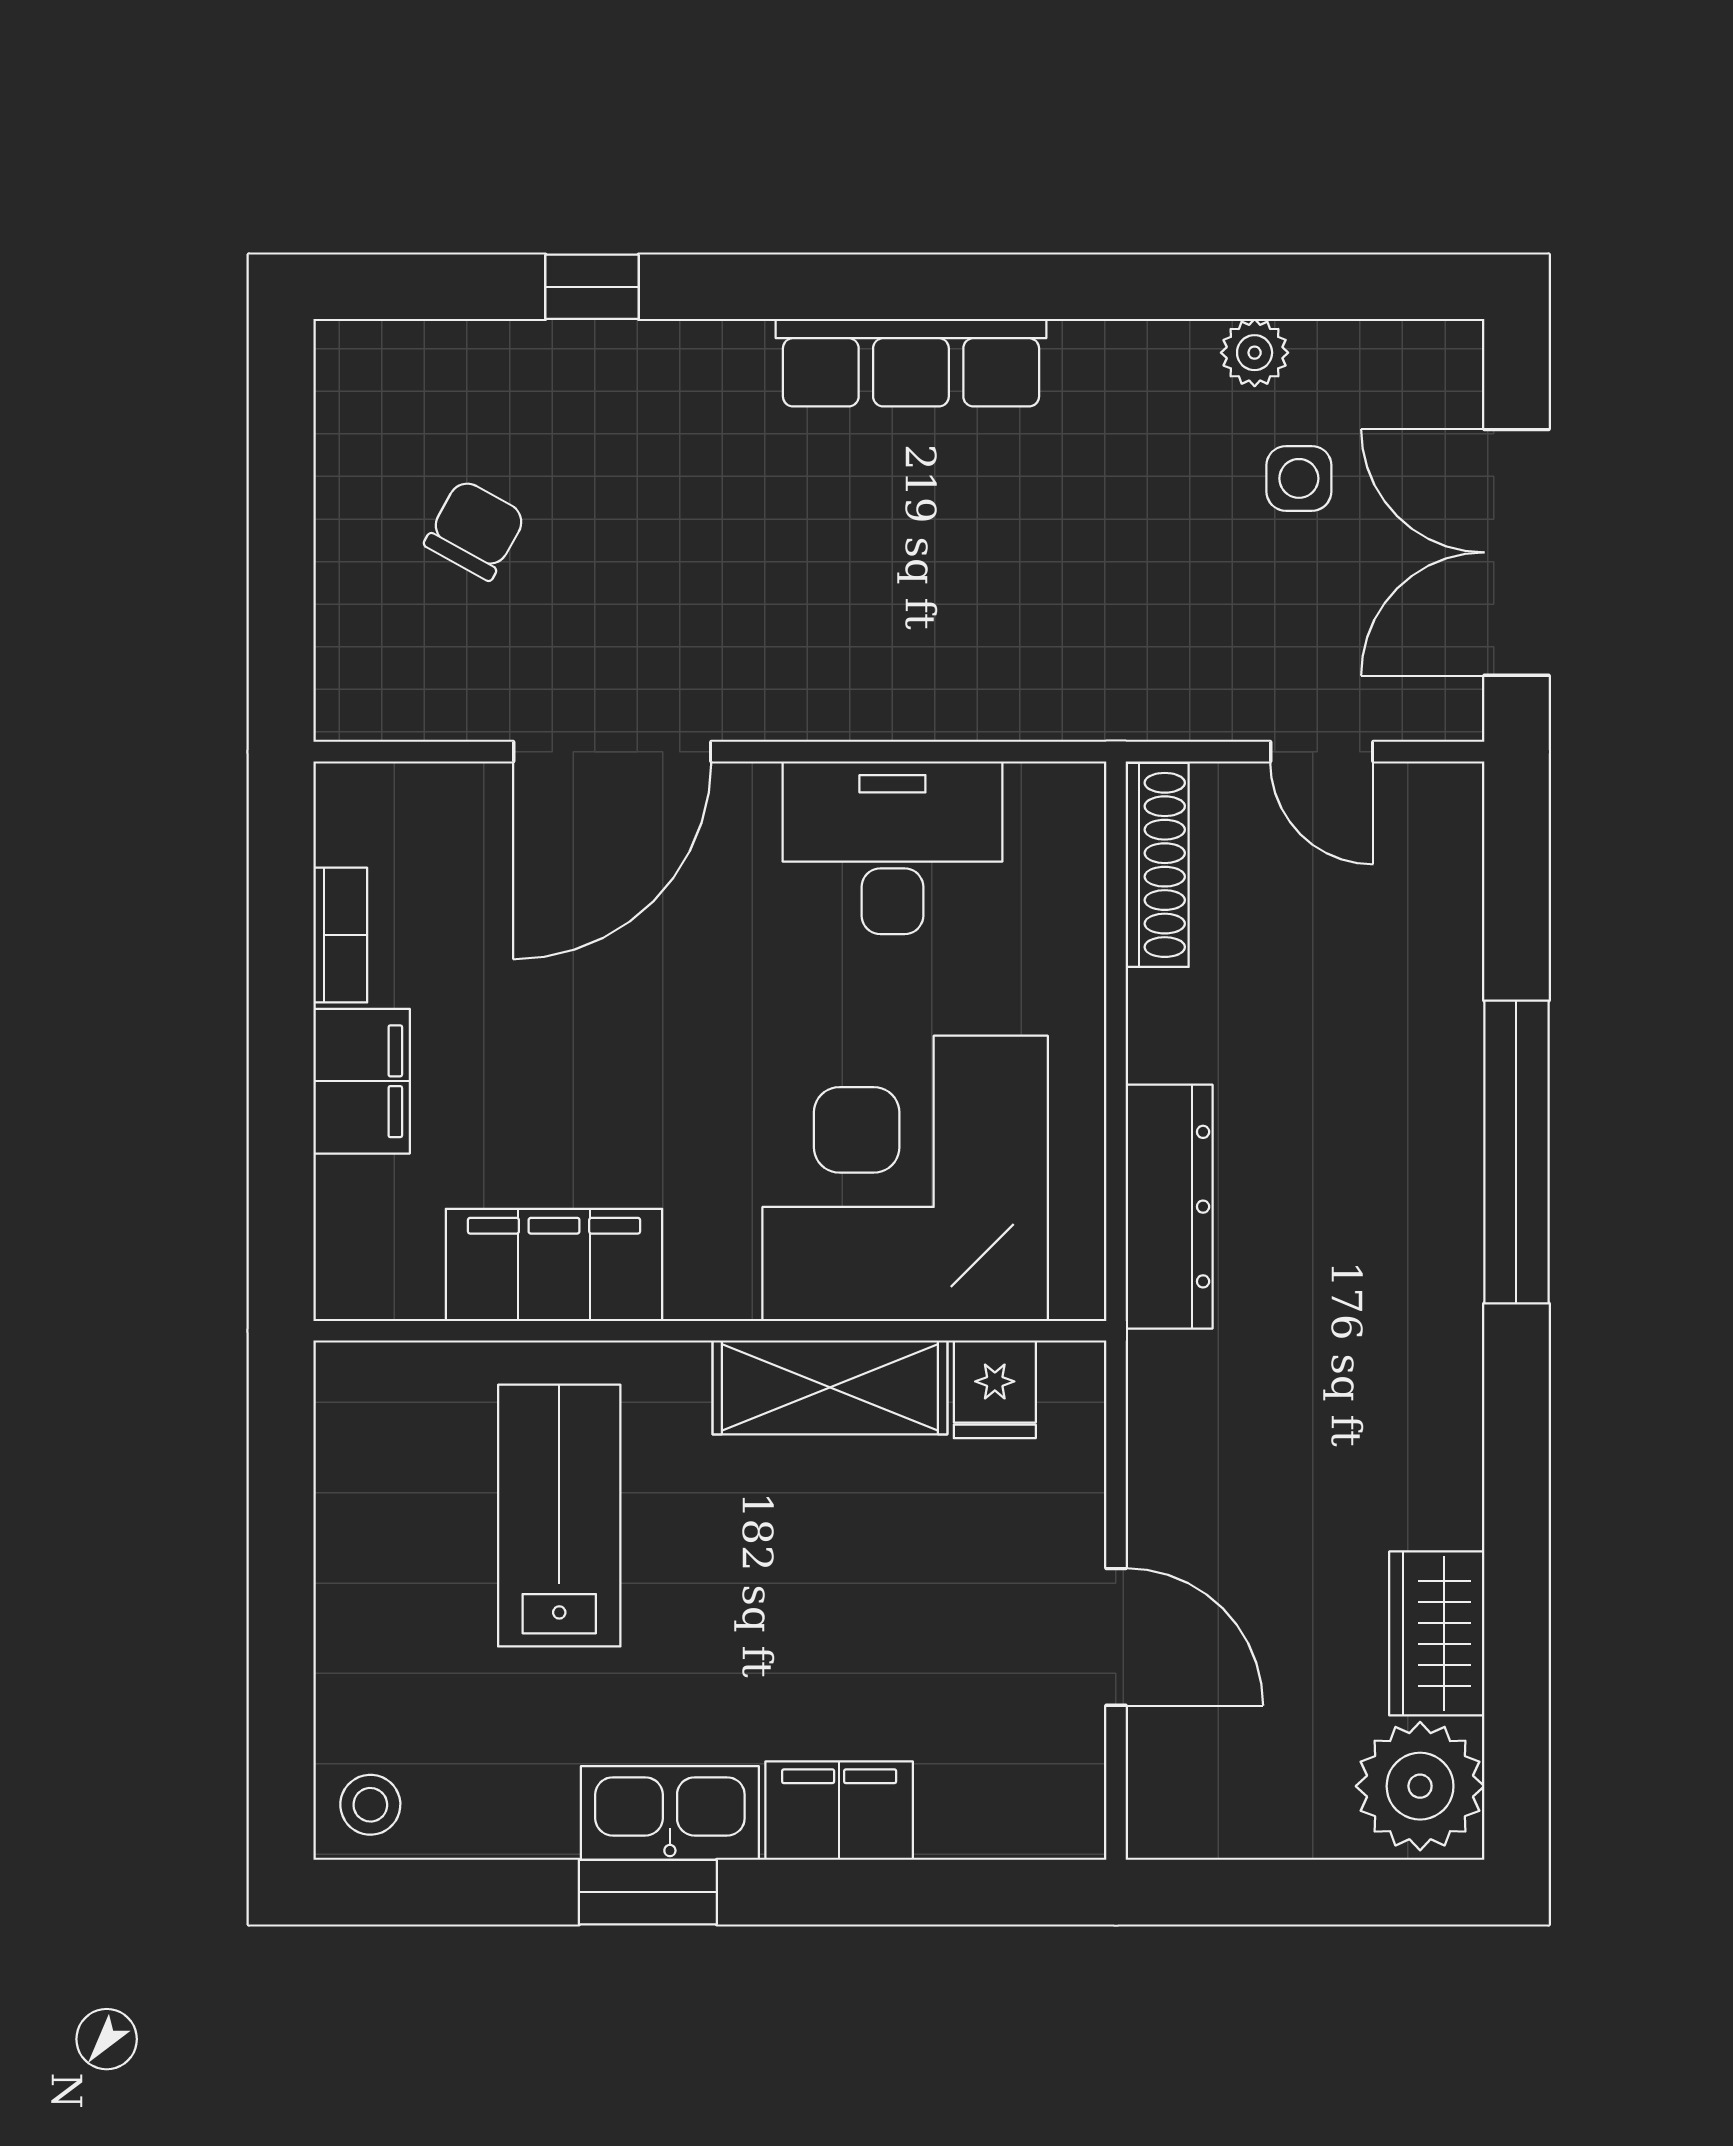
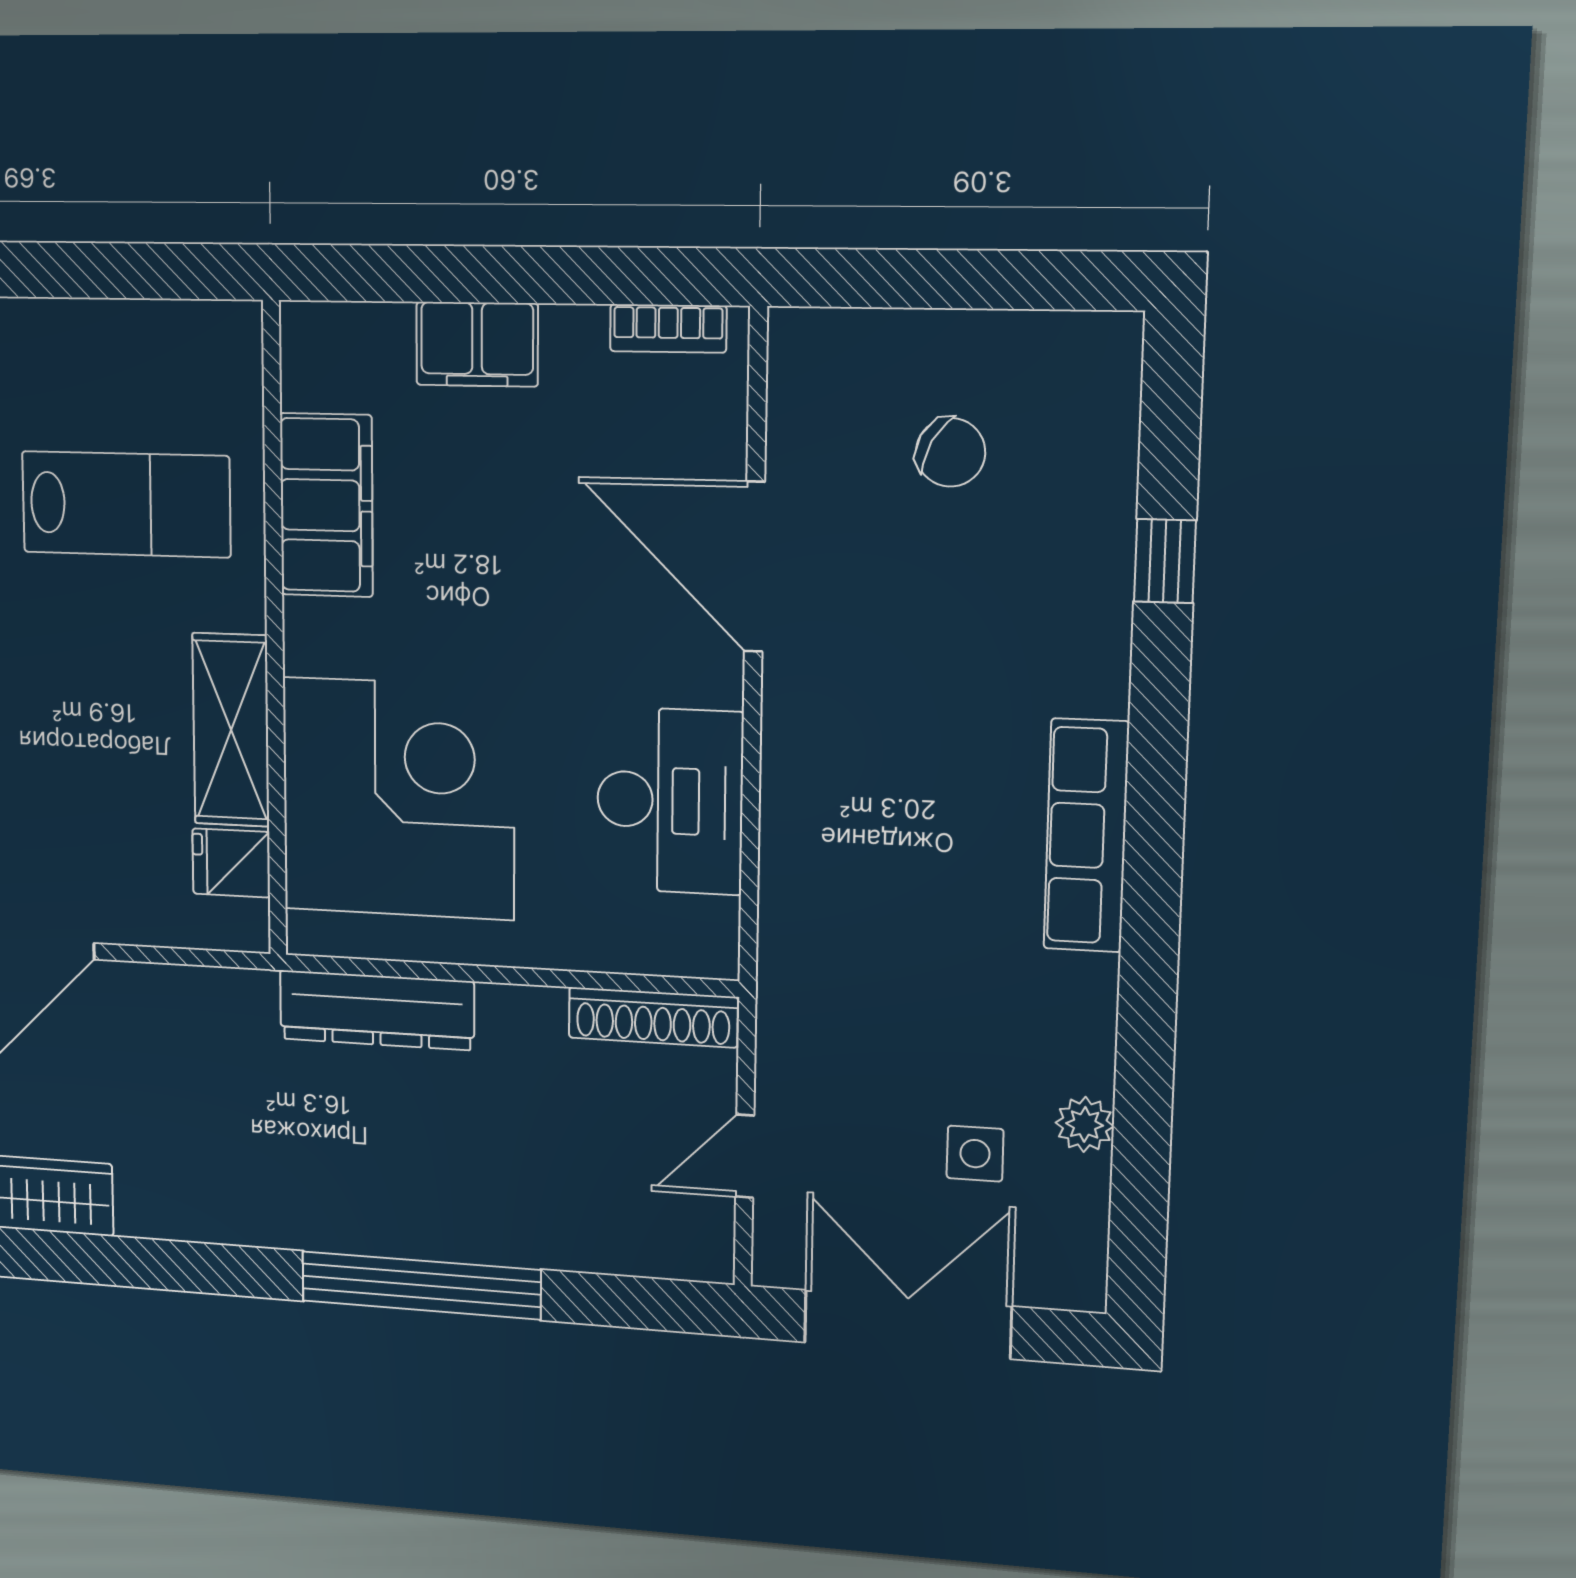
bookcase: (340, 935) -> (668, 328), moved

